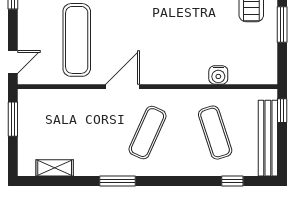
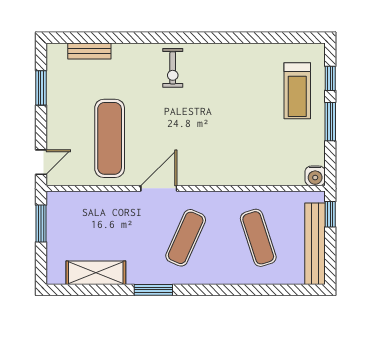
water cooler: (218, 75) -> (315, 176), moved
shelving: (55, 168) -> (96, 273), width x1.50, depth x1.33
window: (232, 181) -> (277, 290), removed

